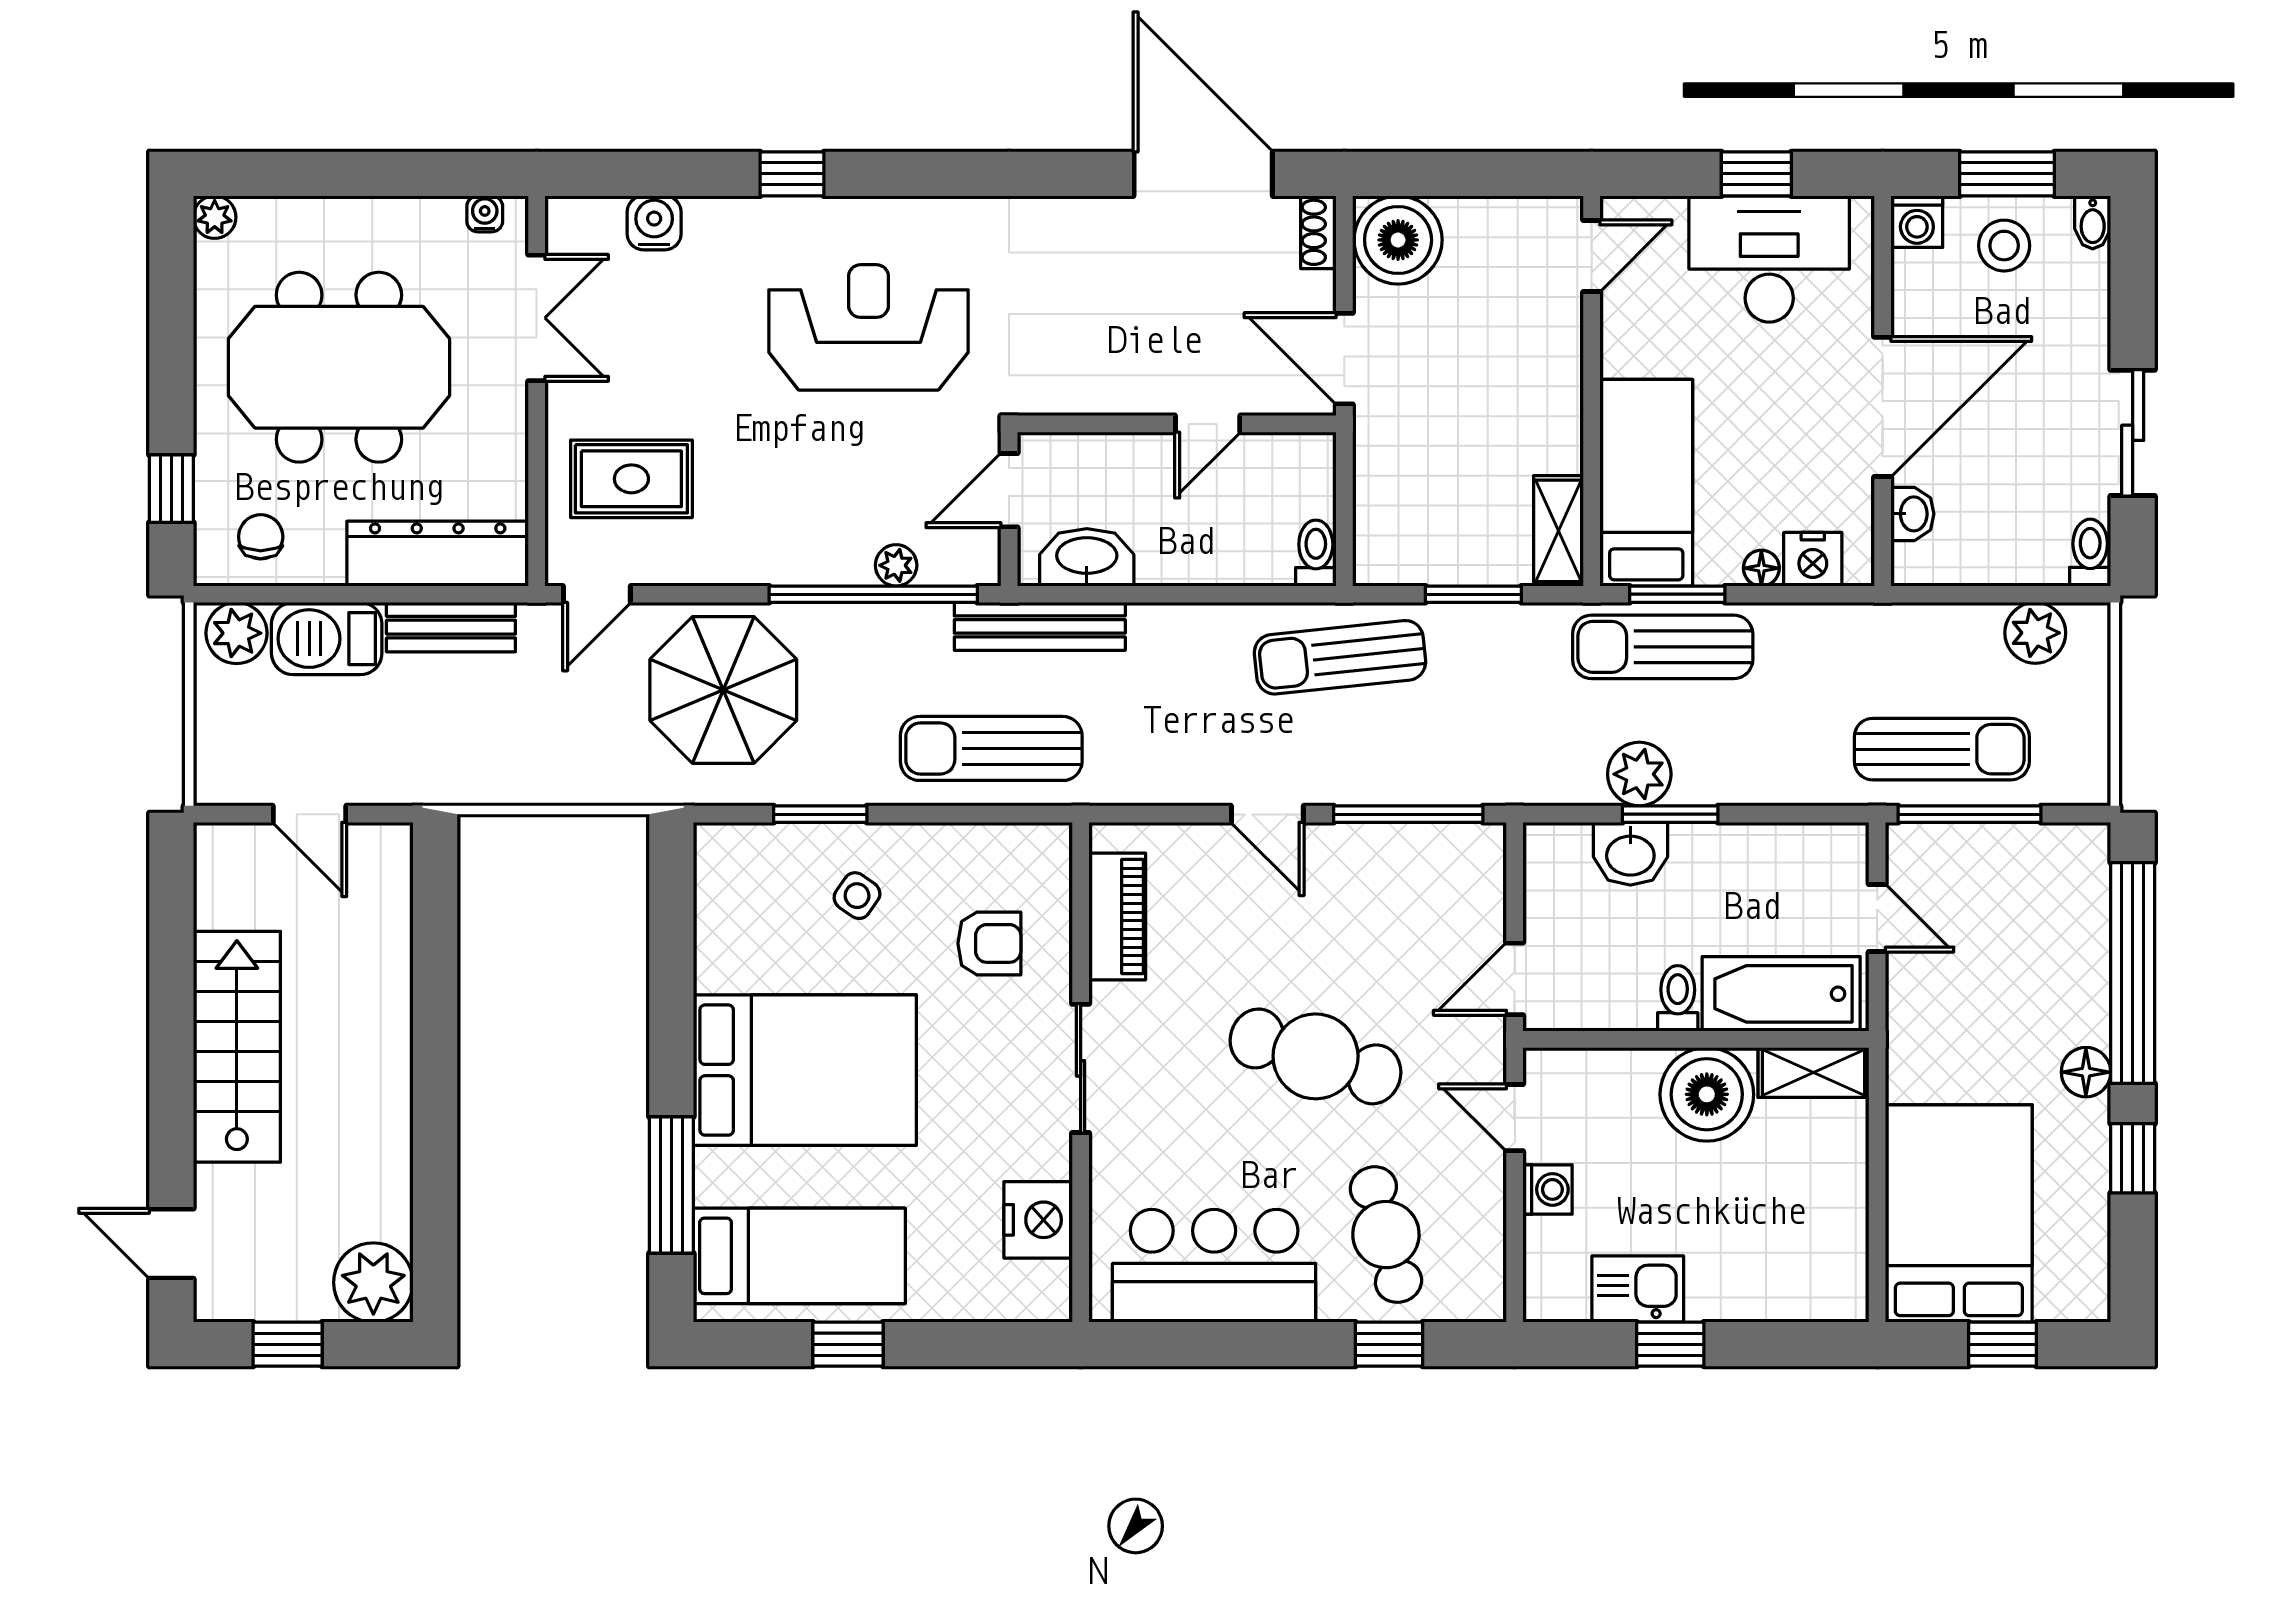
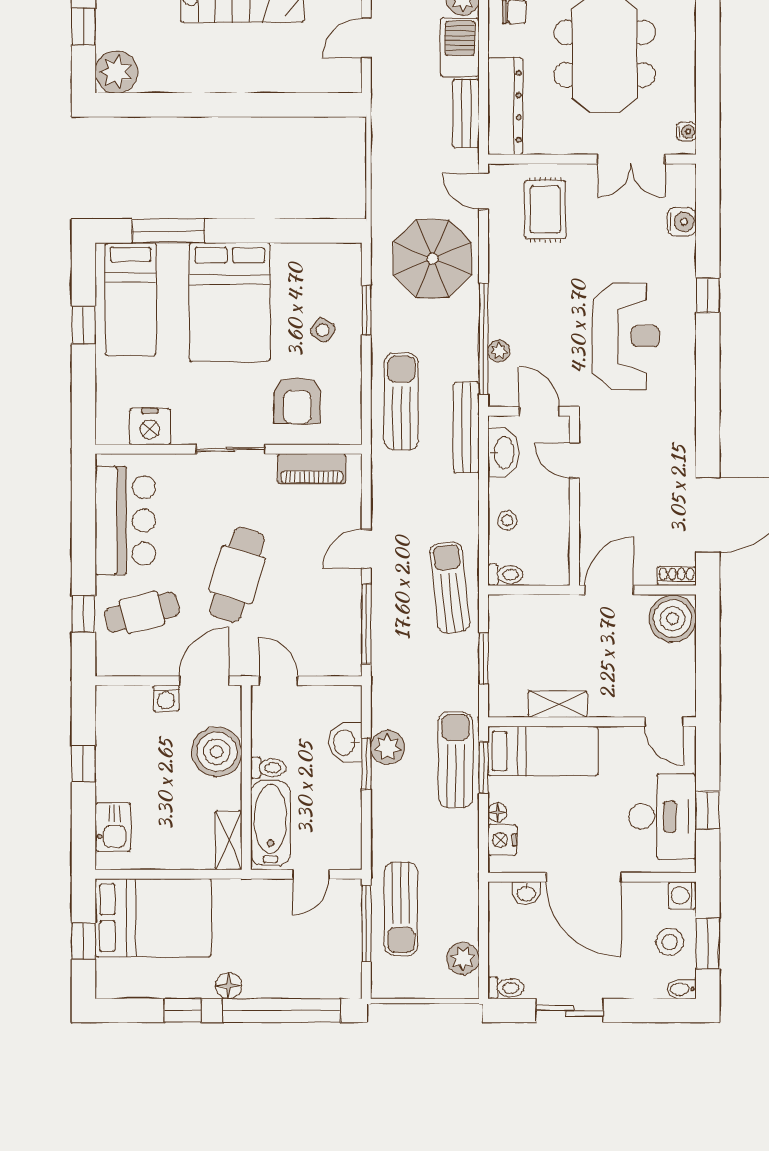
door: (1208, 424) -> (574, 460), moved
shelving: (1558, 531) -> (558, 704), moved
stool: (1214, 550) -> (507, 520), added
armchair: (989, 943) -> (297, 401), width x1.38, depth x1.38
boiler: (1707, 1094) -> (217, 752), moved
door: (1515, 1118) -> (204, 681), width x1.38
kitchen sink: (1638, 1289) -> (113, 827), moved

